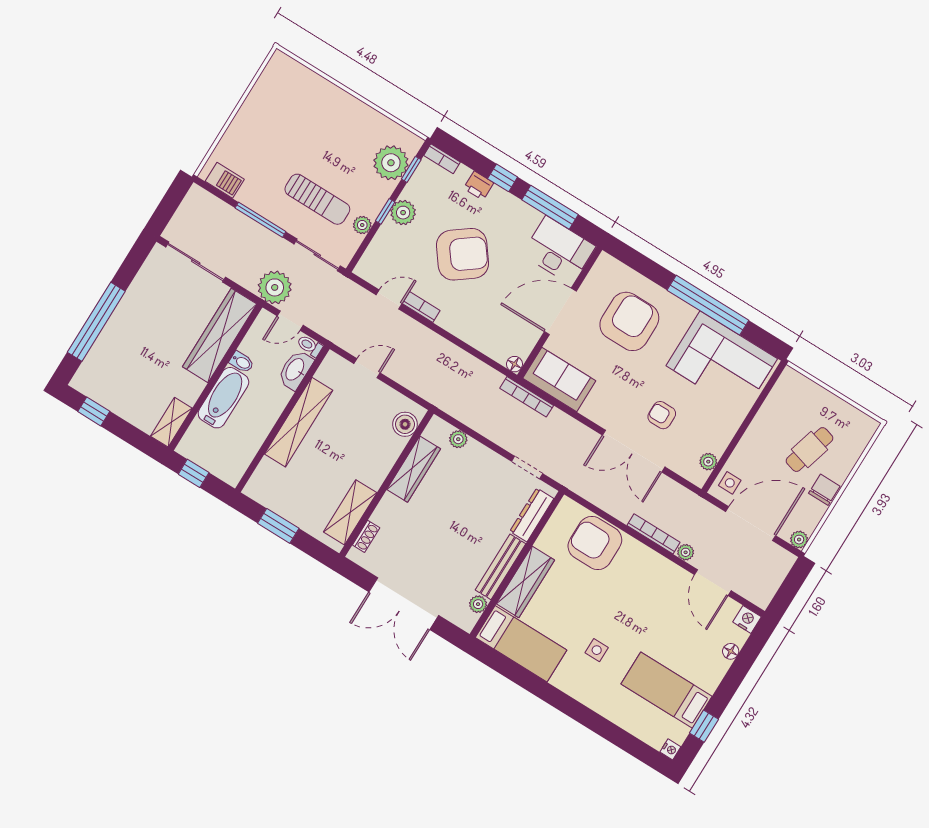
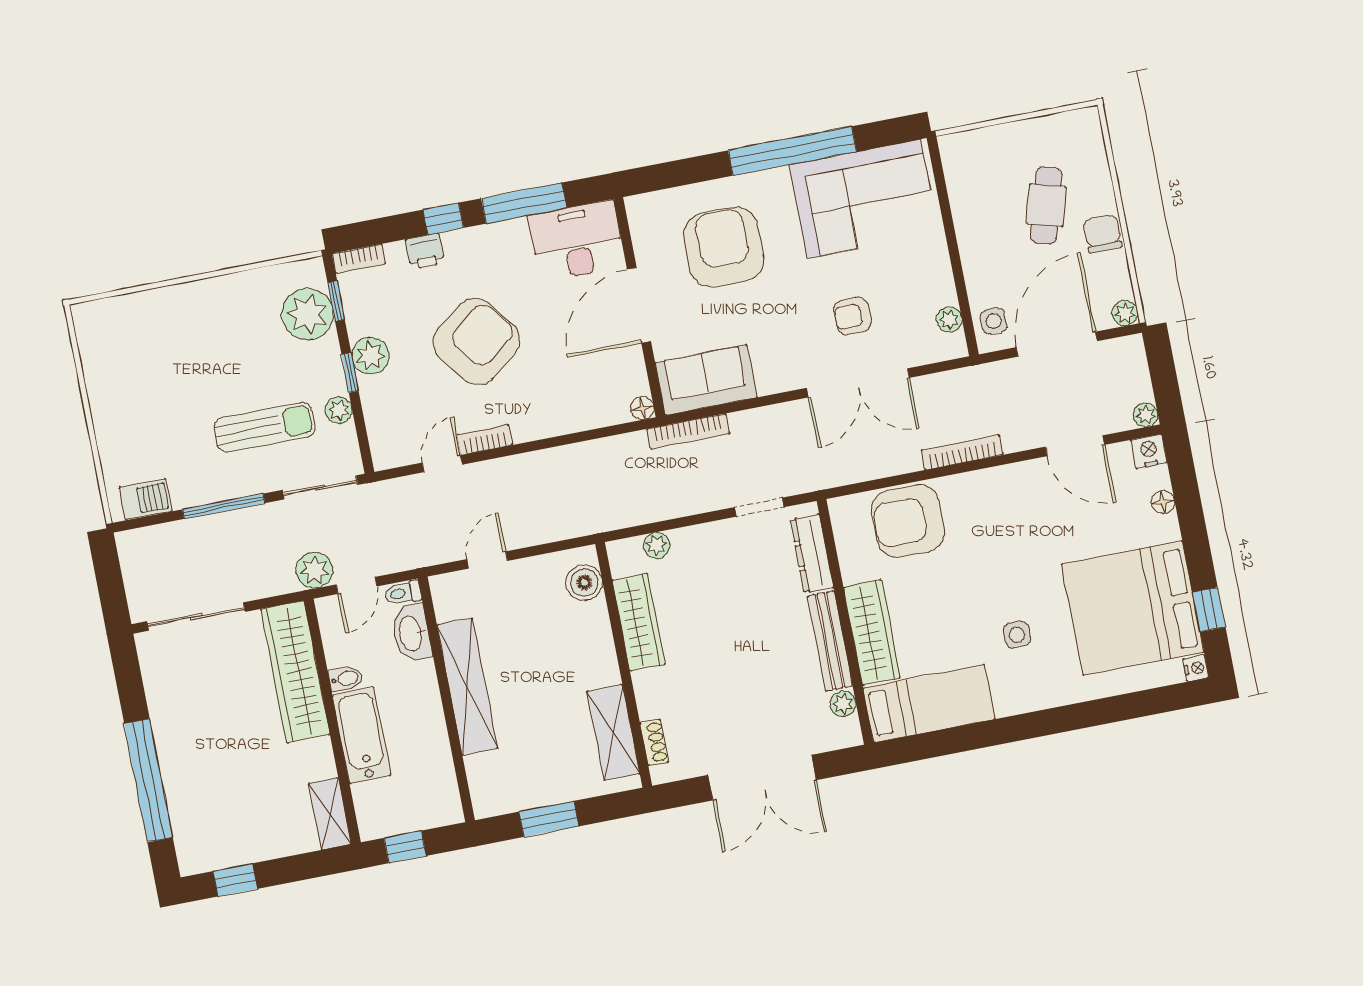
plant: (275, 287) -> (314, 570), width x0.73, depth x0.73
plant: (686, 552) -> (1146, 415), moved
bed: (667, 690) -> (1133, 608), width x2.04

